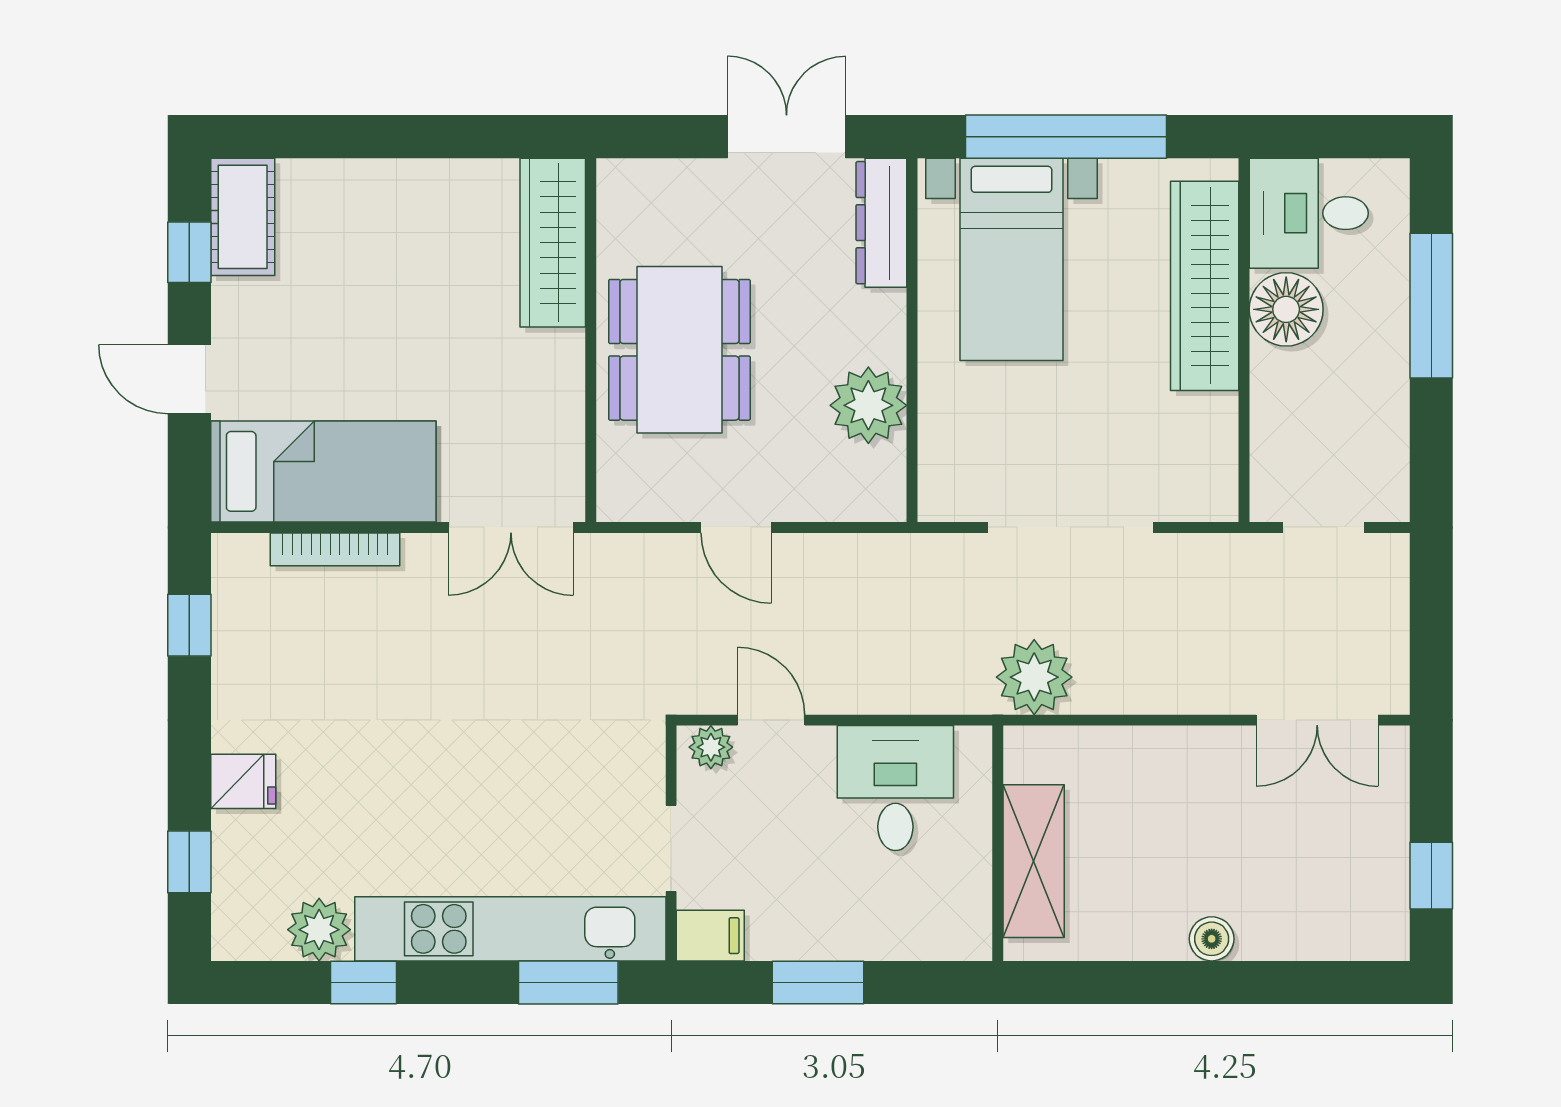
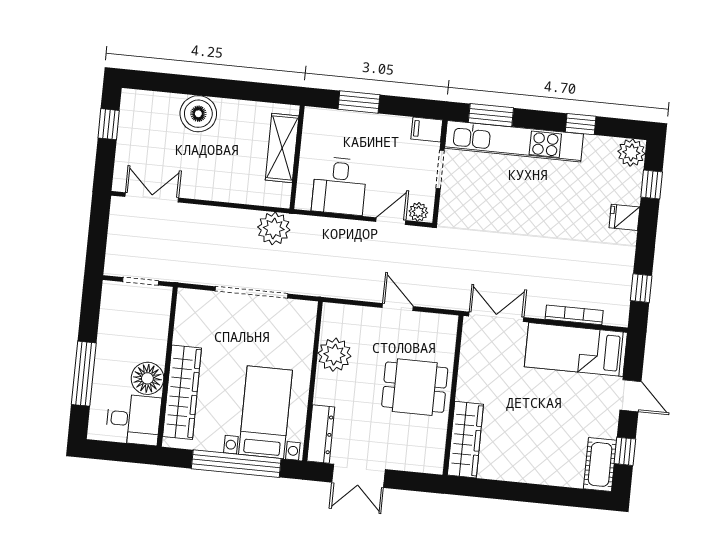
dining table: (679, 350) -> (415, 387), width x0.73
door: (771, 720) -> (391, 221), swing flipped
plant: (319, 930) -> (631, 153), moved
boiler: (1212, 939) -> (198, 114), width x1.86, depth x1.86
window: (818, 982) -> (359, 102), moved

